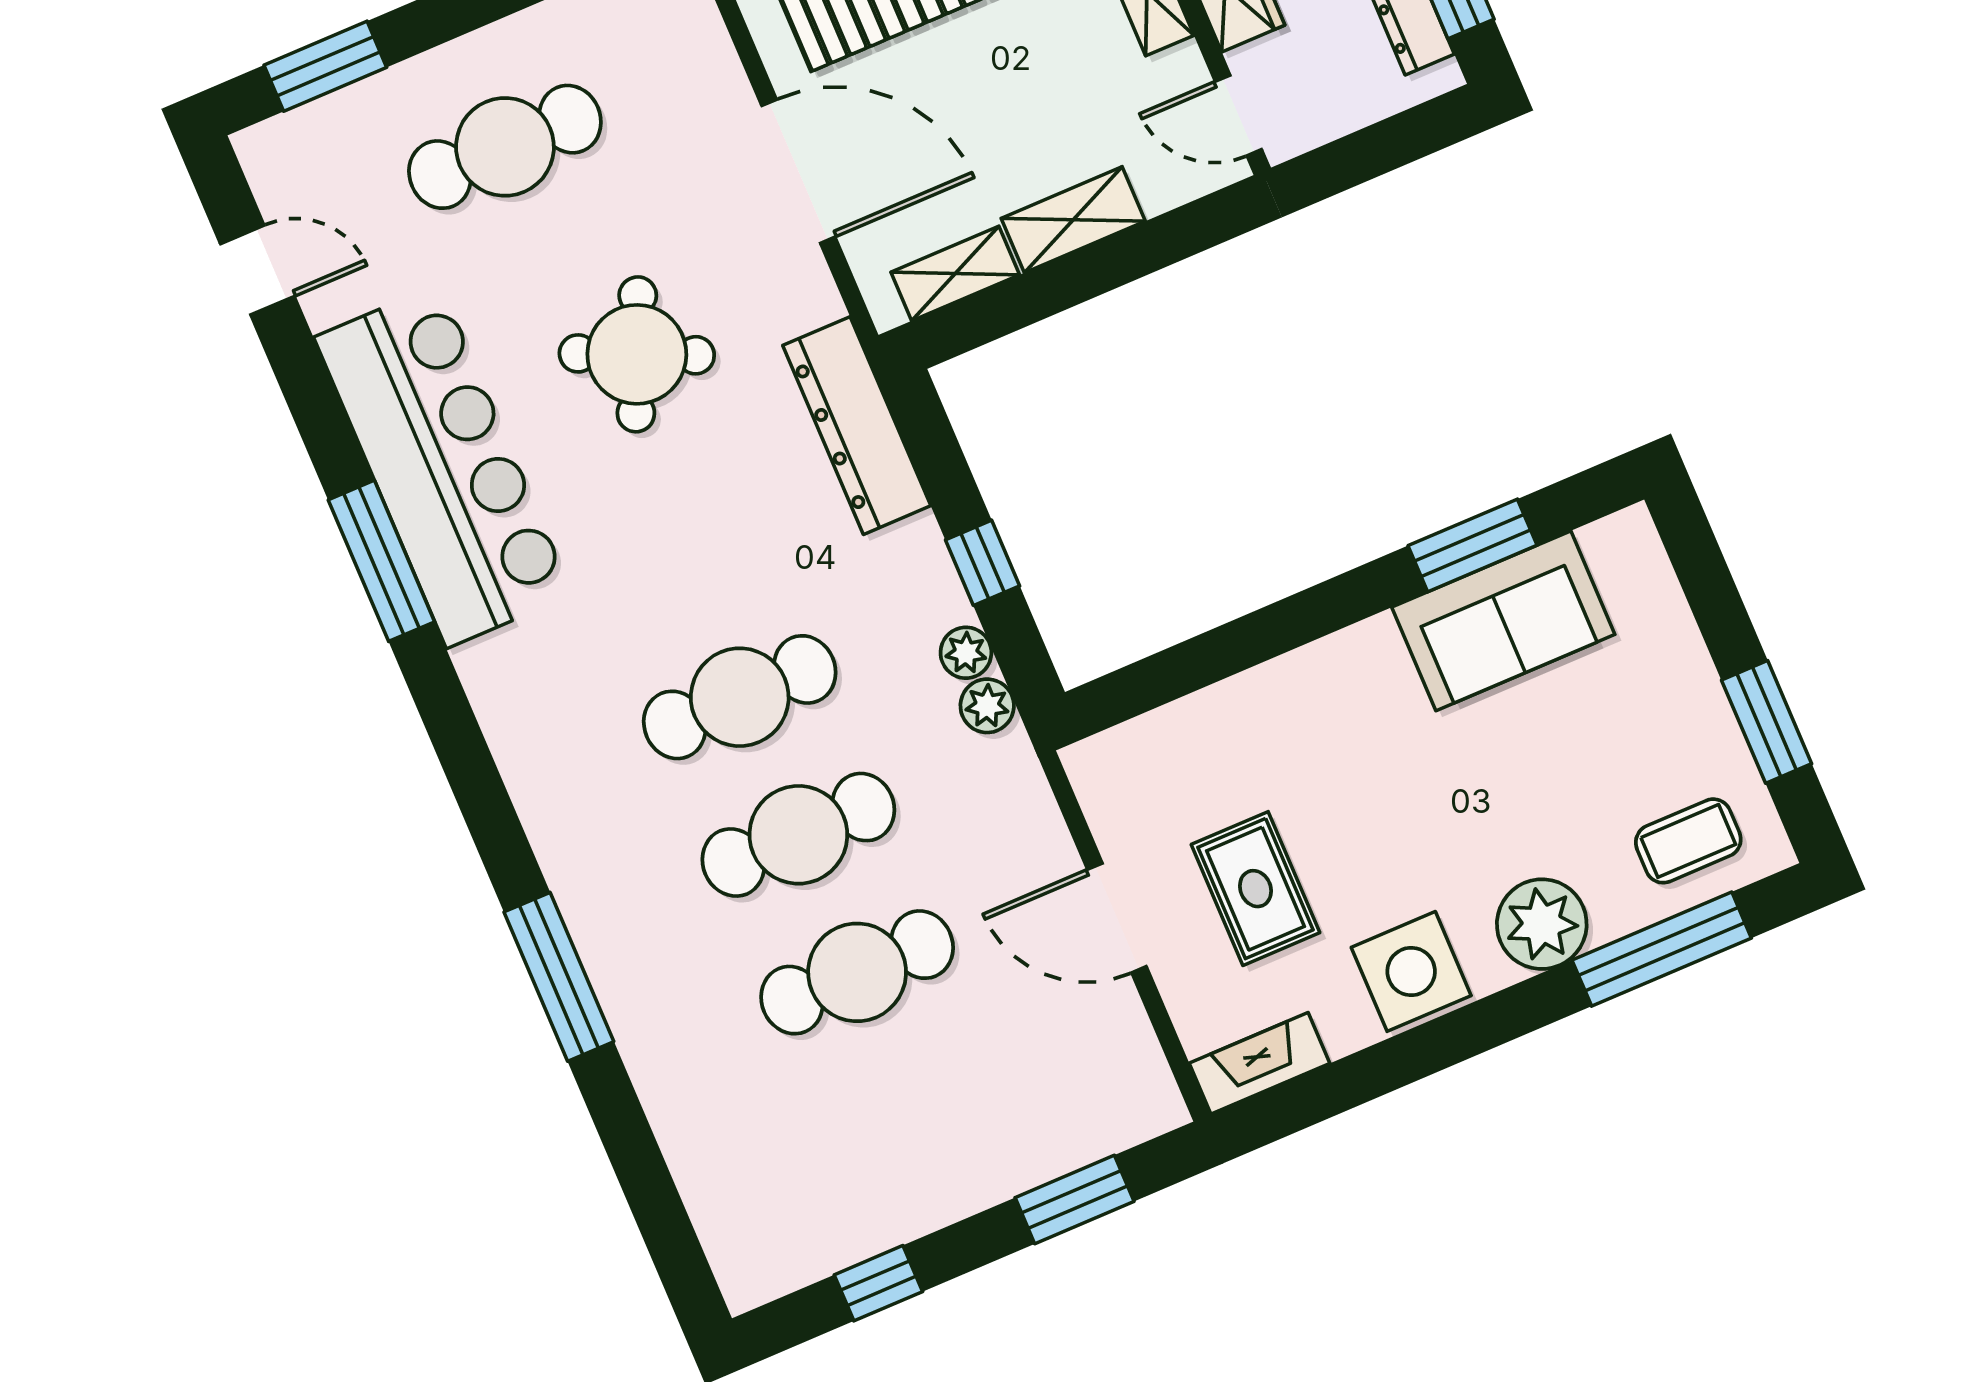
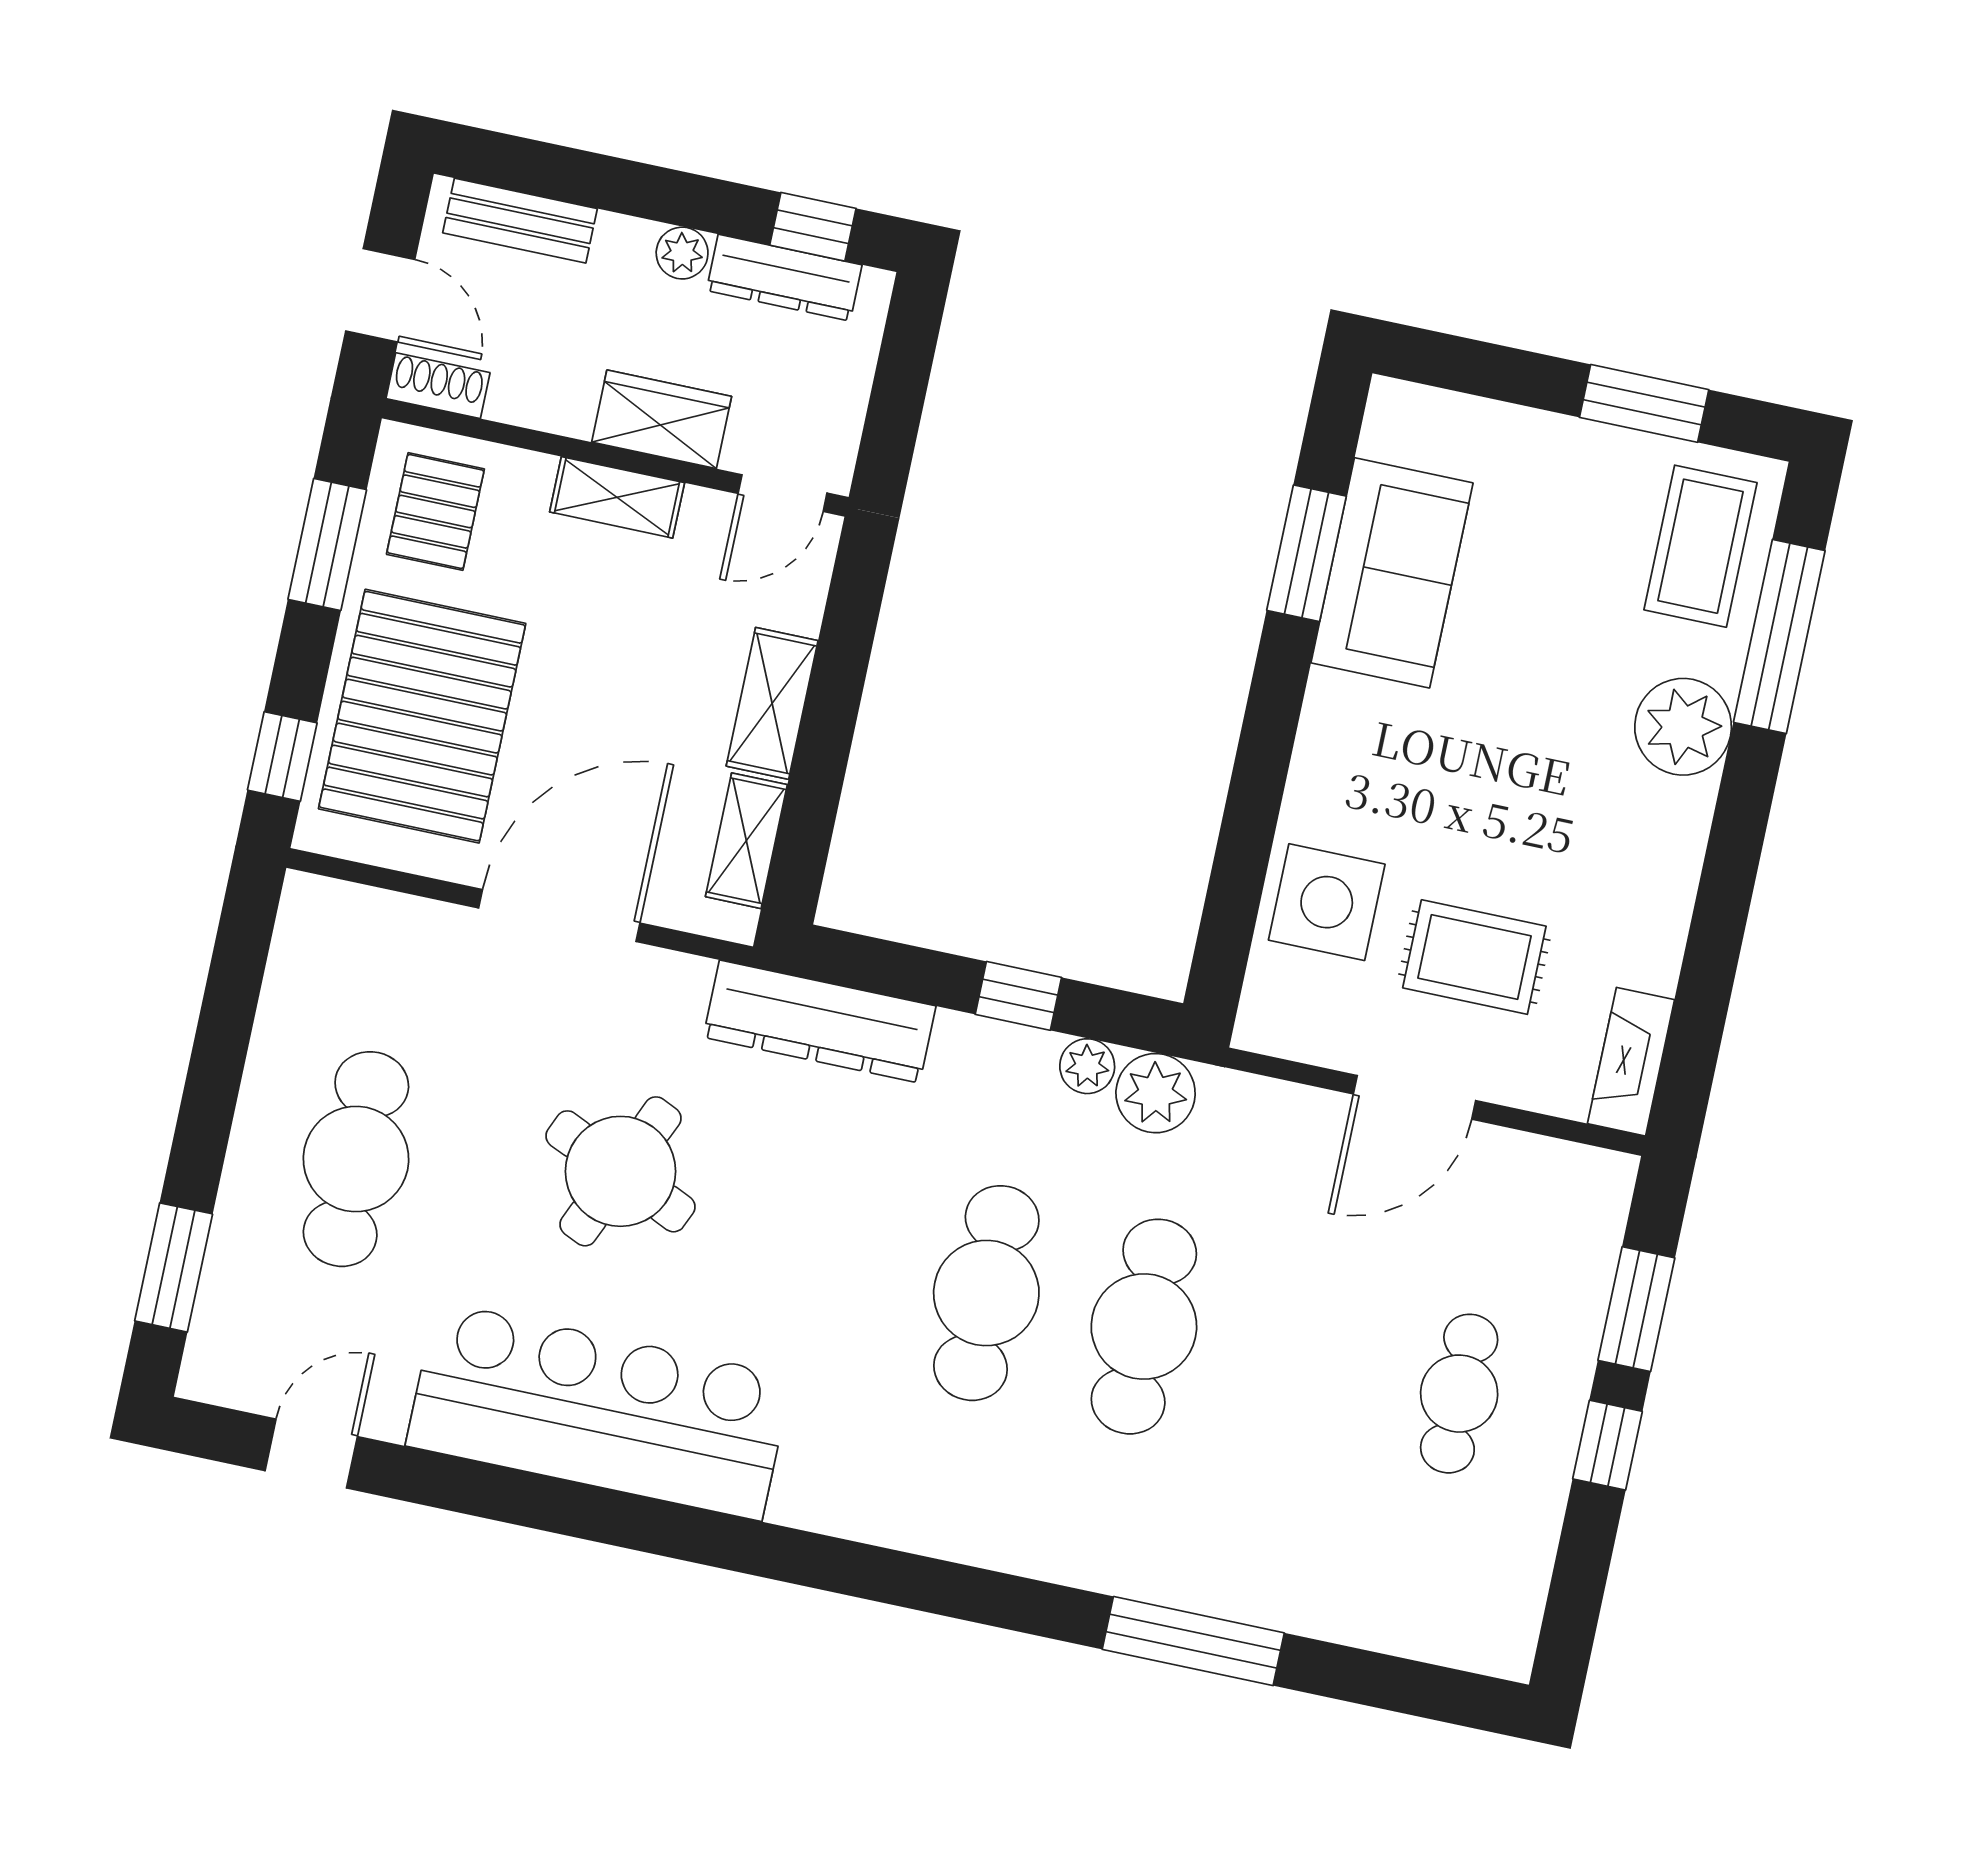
window: (381, 561) -> (644, 1524), removed
plant: (987, 706) -> (1156, 1093), width x1.38, depth x1.38
coffee table: (1688, 841) -> (1700, 546), width x1.36, depth x1.30
side table: (1411, 971) -> (1327, 902), moved
cafe table: (857, 972) -> (1459, 1394), moved, width x0.73, depth x0.74
window: (559, 977) -> (1193, 1641), moved
window: (878, 1283) -> (1607, 1445), moved

